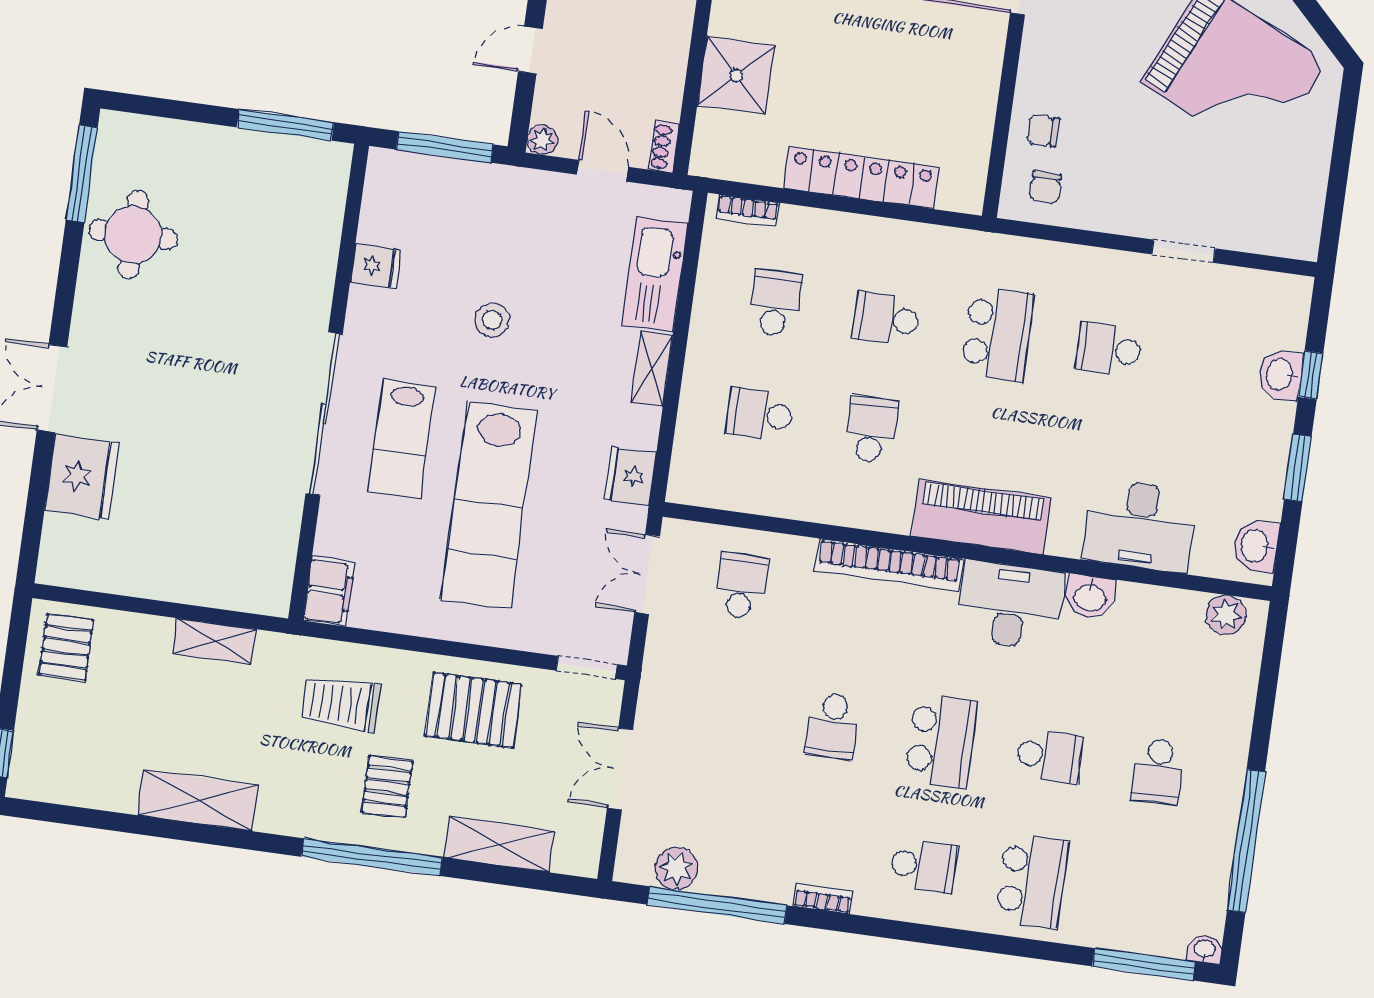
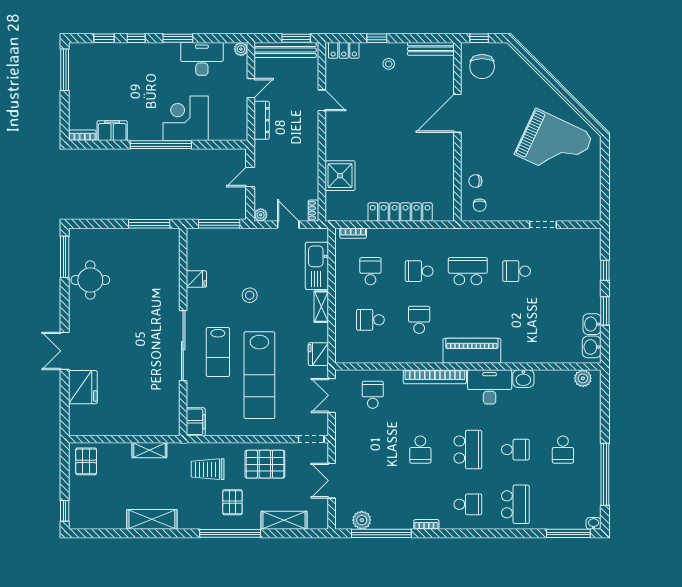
school desk: (997, 334) -> (468, 271), turned -90
washbasin: (1280, 375) -> (592, 324), moved
desk: (1140, 525) -> (541, 345), removed

